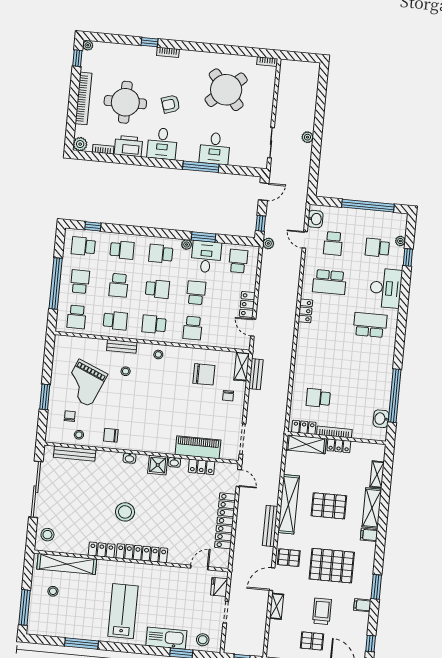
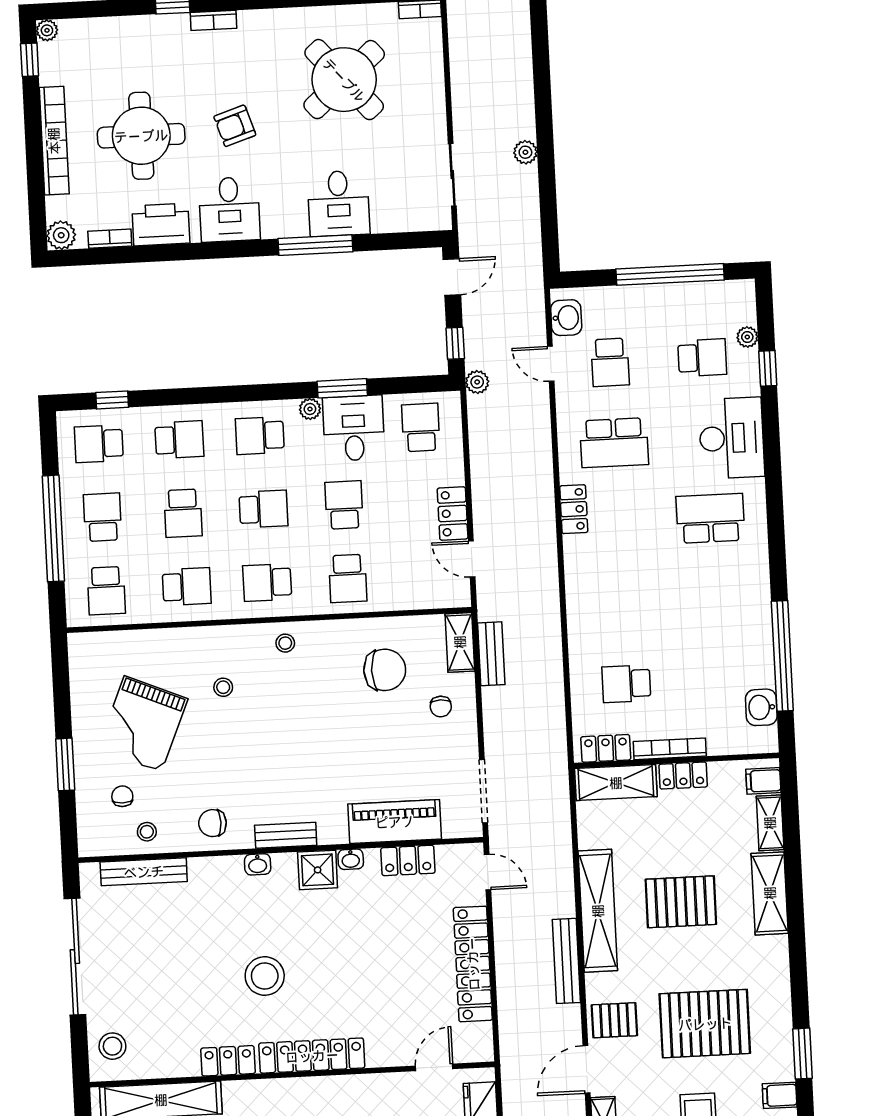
school desk: (377, 248) -> (702, 358), turned 180
bench: (122, 346) -> (286, 835), moved
filing cabinet: (369, 535) -> (763, 781), moved

